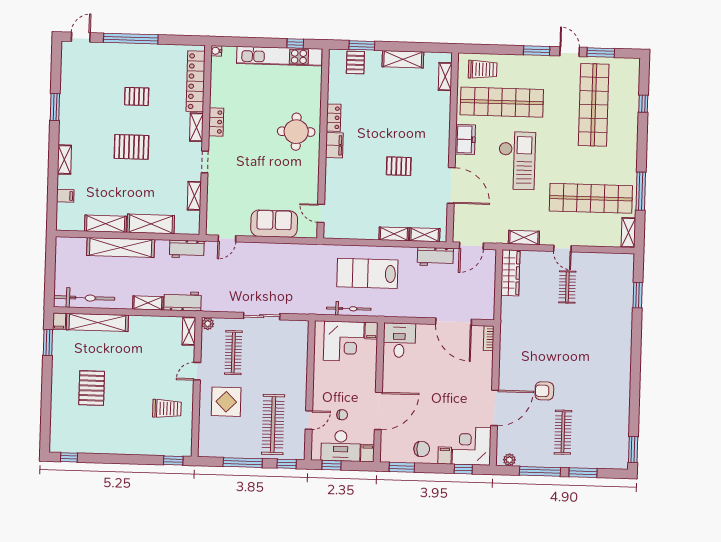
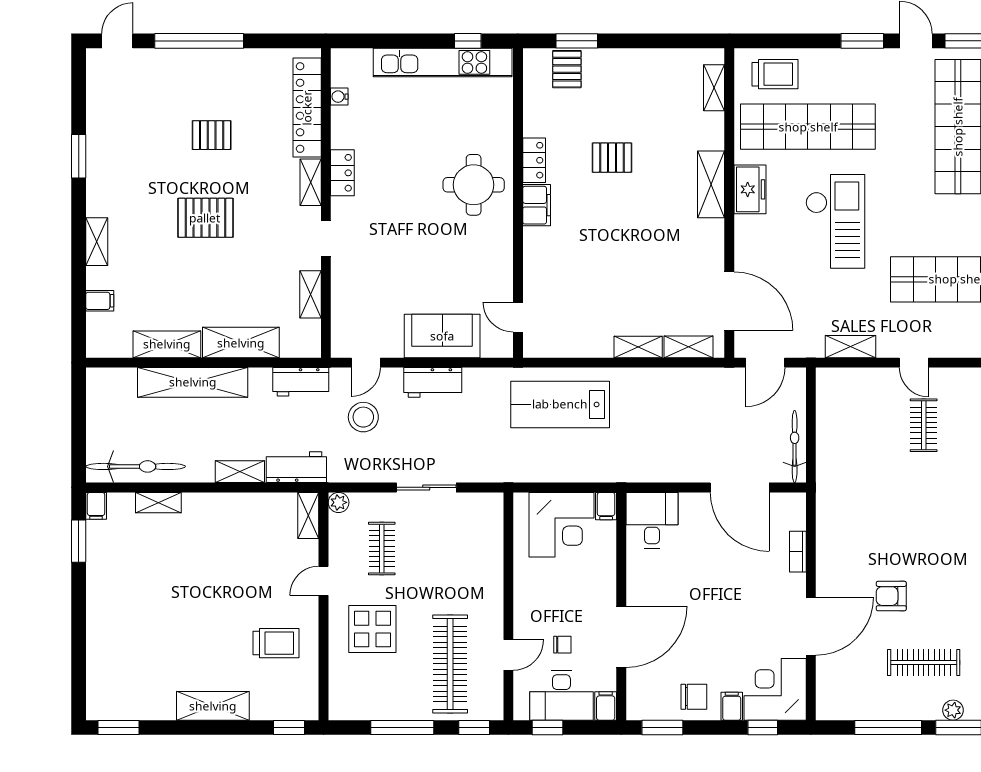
water cooler: (216, 51) -> (339, 97), moved
shelving: (403, 59) -> (711, 184), moved, turned 90
pallet: (399, 166) -> (612, 158), moved
door: (451, 185) -> (729, 301), moved
workbench: (435, 257) -> (433, 382), moved
stool: (224, 272) -> (363, 417), added
lab bench: (367, 273) -> (560, 404), moved
wardrobe: (510, 273) -> (830, 405), removed
bicycle: (349, 309) -> (795, 446), moved, turned -90
shelving: (97, 322) -> (158, 503), width x0.45, depth x0.75
bookcase: (489, 338) -> (798, 552), moved
clothes rail: (233, 353) -> (382, 549), width x0.73
pallet: (92, 388) -> (152, 613), removed
clothes rail: (563, 432) -> (924, 663), turned 90
shelving: (127, 446) -> (213, 706), added
window: (69, 457) -> (119, 728), width x1.50
plant: (509, 460) -> (953, 710), moved

